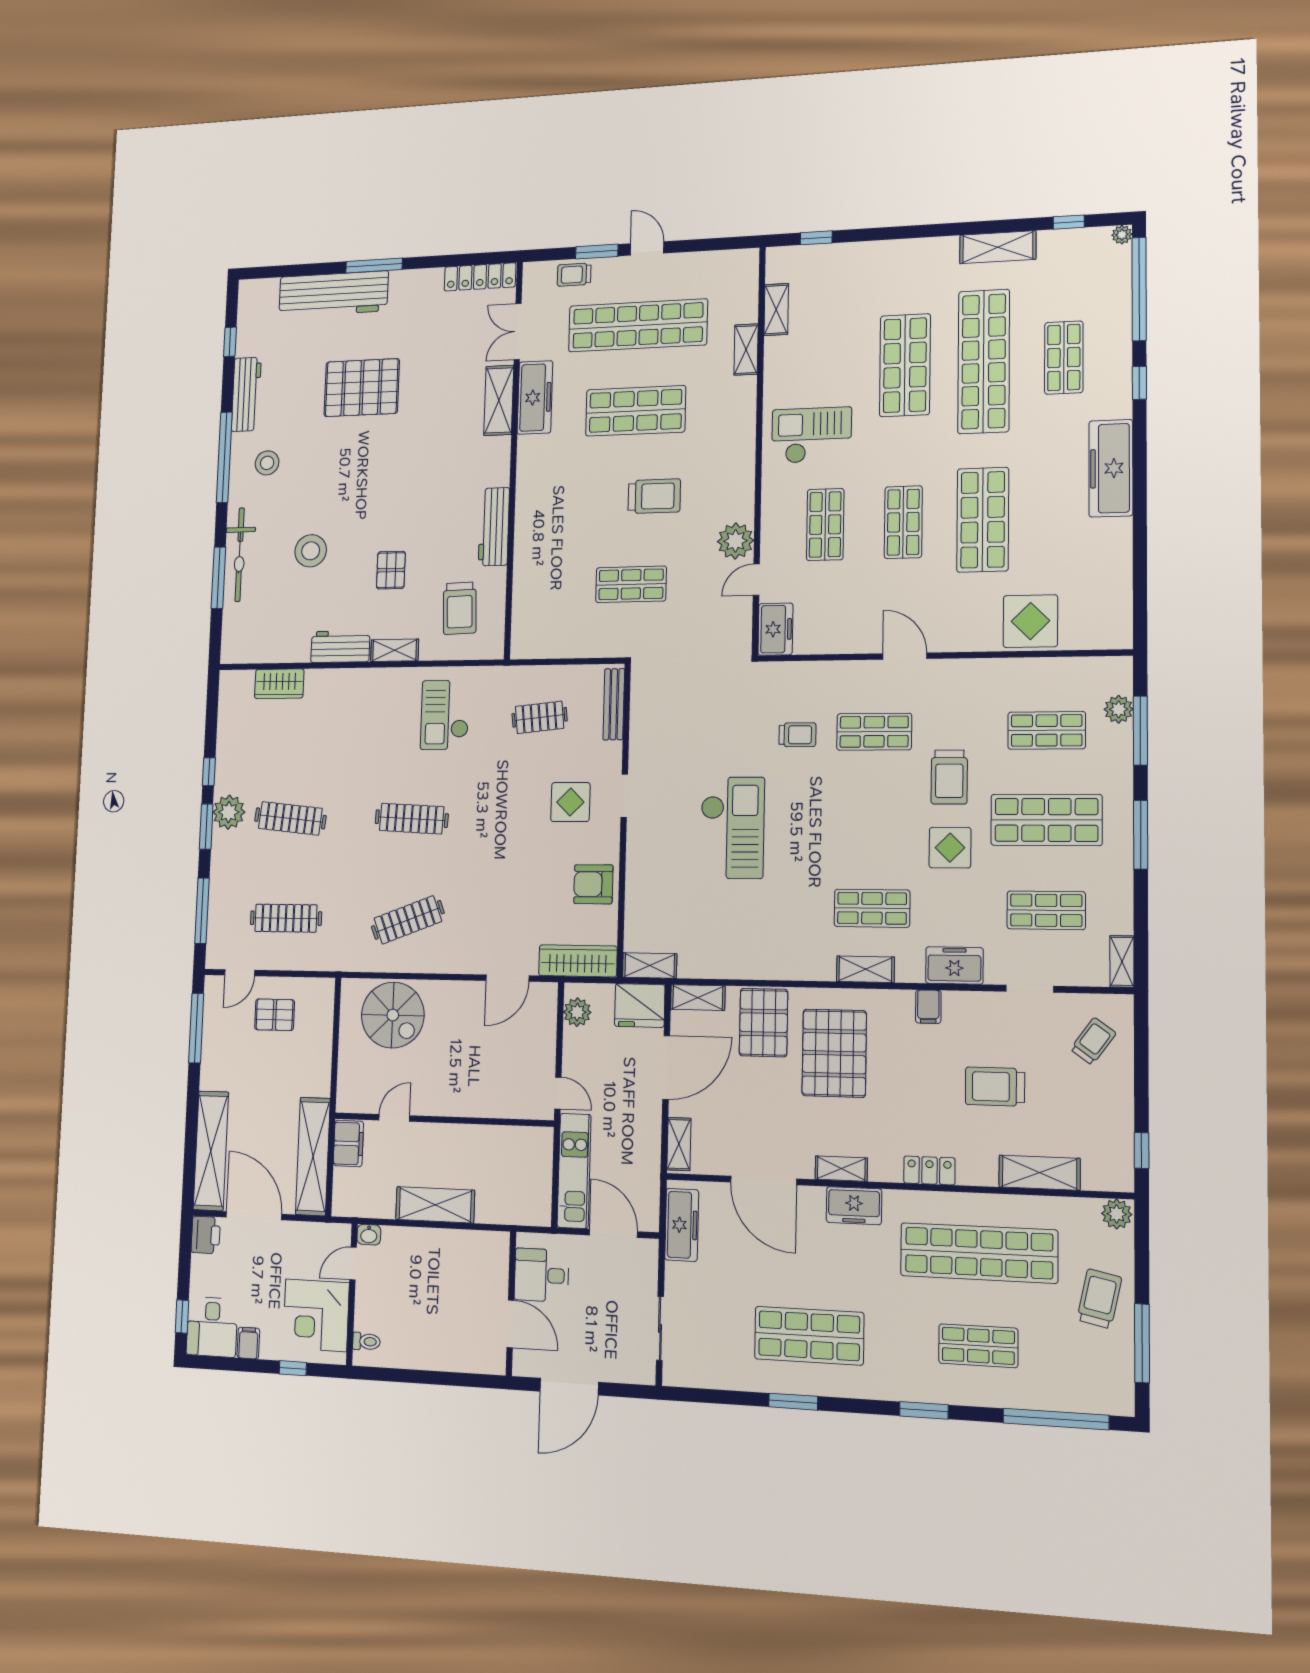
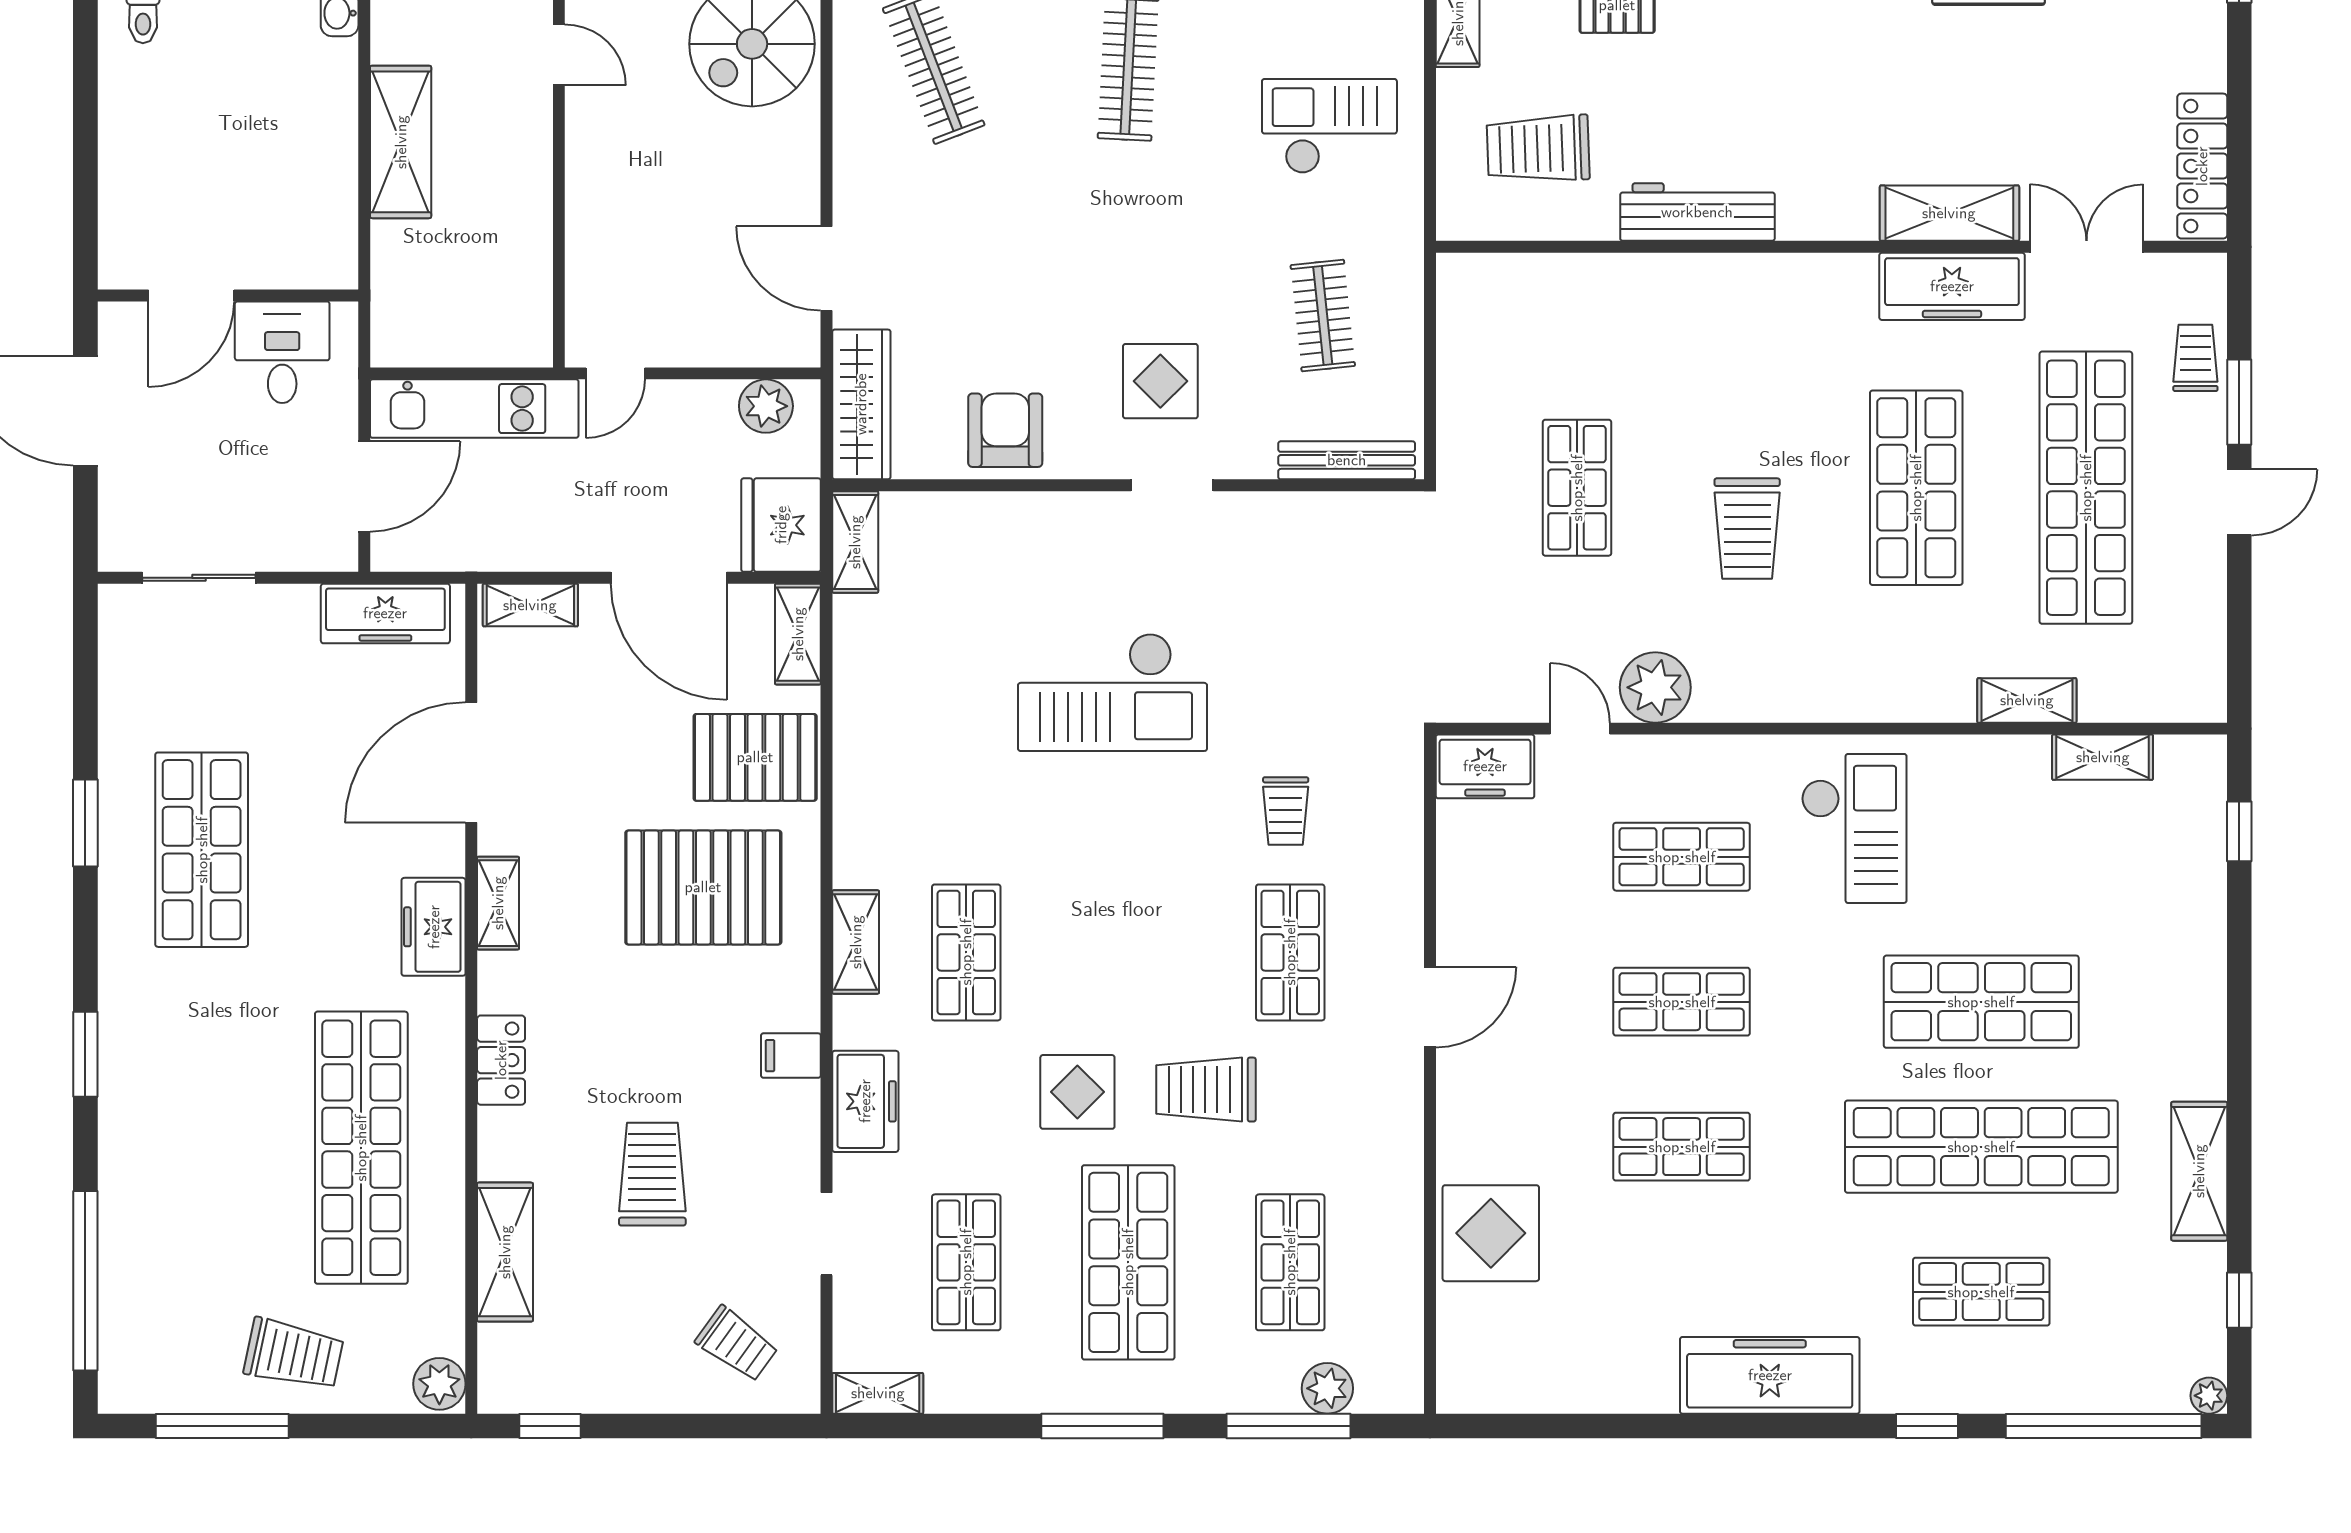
shop shelf: (983, 520) -> (1682, 1147), width x0.70, depth x0.74
shop shelf: (978, 1346) -> (202, 1148), removed

